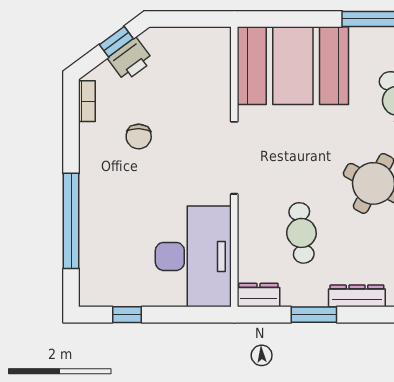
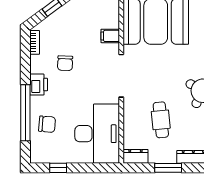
printer: (130, 59) -> (39, 85), moved, turned -53
filing cabinet: (216, 90) -> (110, 36), added
chair: (108, 240) -> (47, 124), added

